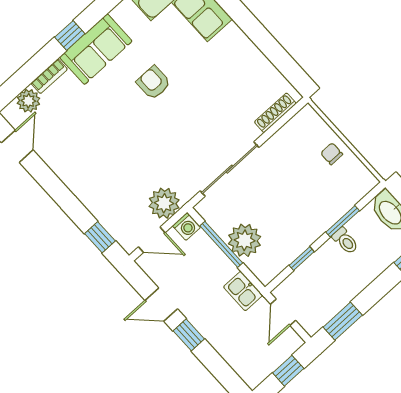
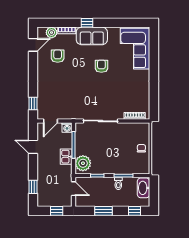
armchair: (71, 129) -> (58, 56), added
plant: (164, 203) -> (66, 112), removed
door: (152, 240) -> (50, 121), hinge flipped
plant: (245, 240) -> (83, 163), moved
kitchen sink: (243, 291) -> (66, 157), moved
door: (283, 312) -> (73, 189), swing flipped
window: (343, 321) -> (104, 211), moved
window: (189, 335) -> (33, 187), moved

